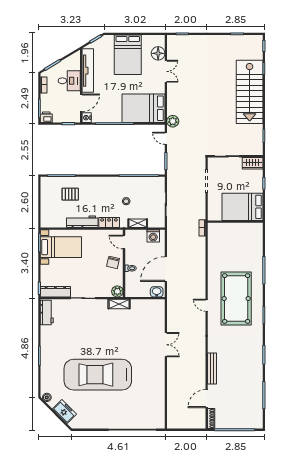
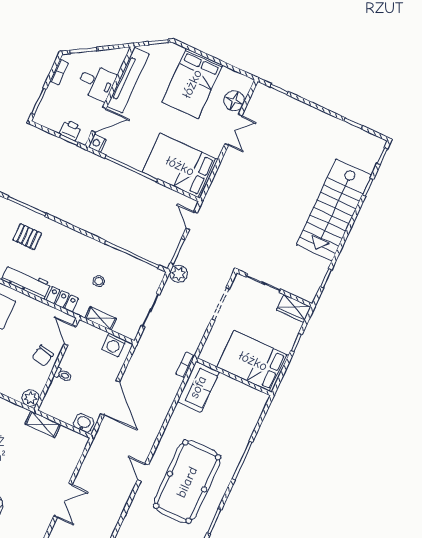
printer: (46, 117) -> (71, 130), moved
plant: (173, 121) -> (178, 274), moved
sofa: (216, 238) -> (198, 387), added
door: (166, 269) -> (110, 398), swing flipped
shelving: (119, 304) -> (43, 424), moved

